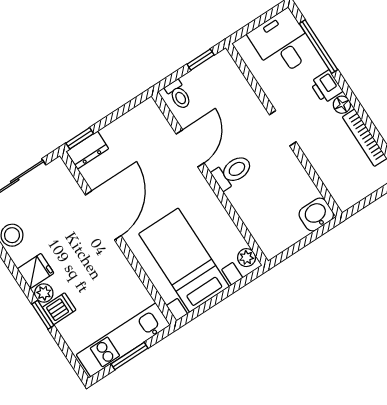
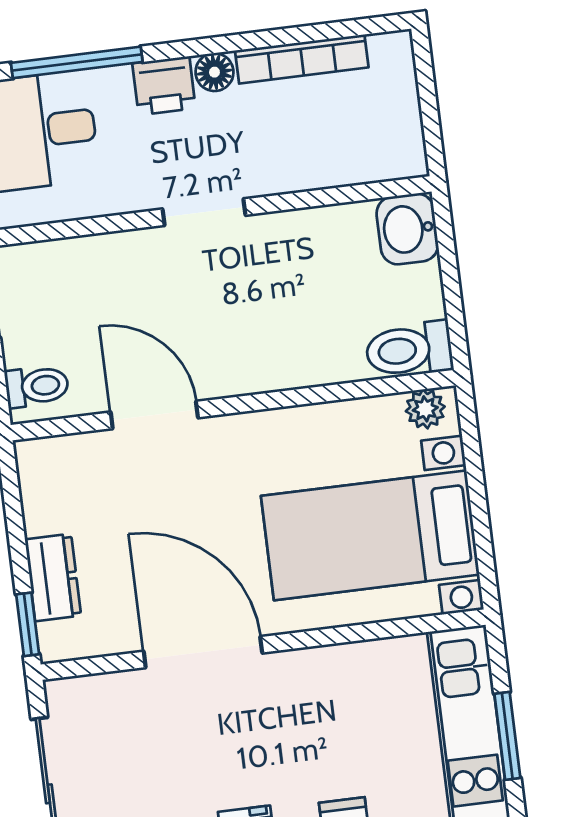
dresser: (87, 150) -> (53, 578), moved
toilet: (232, 172) -> (409, 350), moved, turned -90

